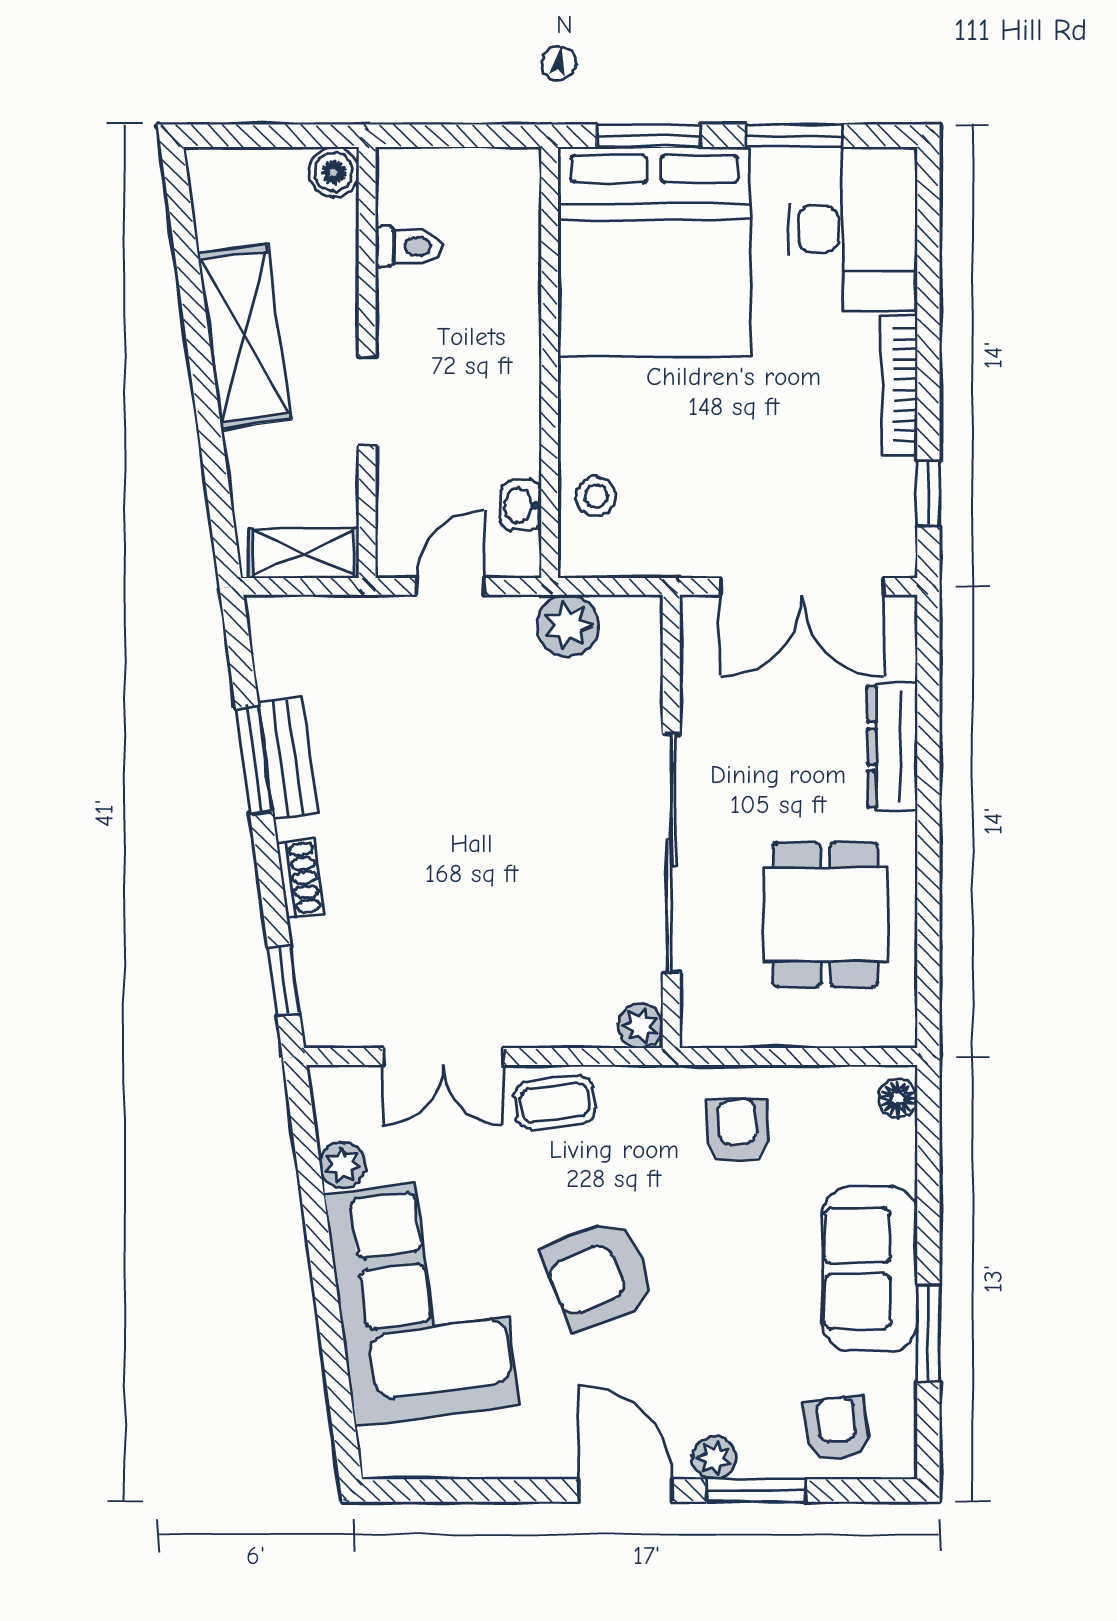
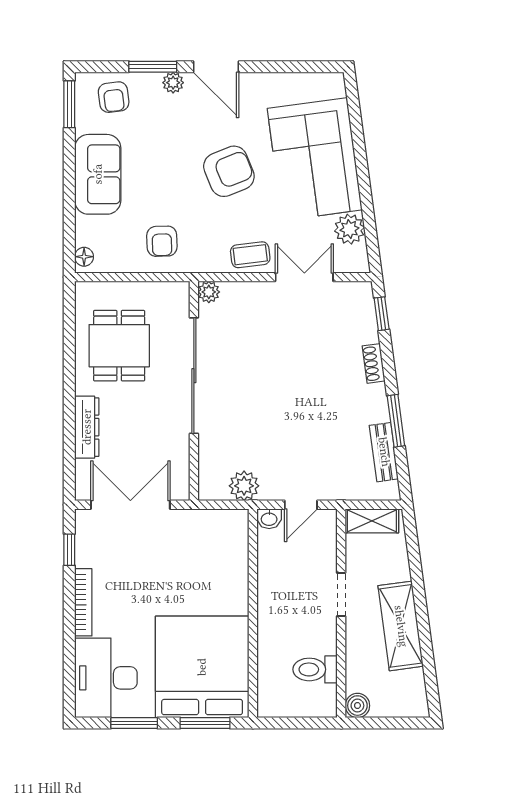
toilet: (408, 246) -> (315, 669), width x1.37, depth x1.39
stool: (596, 496) -> (230, 548), removed
washbasin: (521, 505) -> (269, 519), moved, turned 90
bench: (288, 758) -> (384, 452), moved
plant: (343, 1165) -> (349, 229), width x1.38, depth x1.38
window: (928, 1334) -> (69, 104), moved

